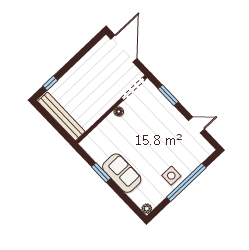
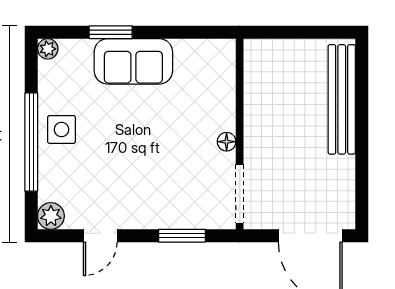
window: (50, 83) -> (362, 82), removed
bench: (61, 116) -> (342, 99), moved, turned 90
plant: (206, 150) -> (51, 216), added
window: (101, 173) -> (111, 32), moved

